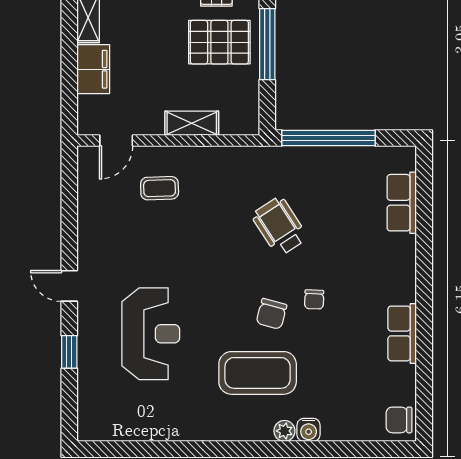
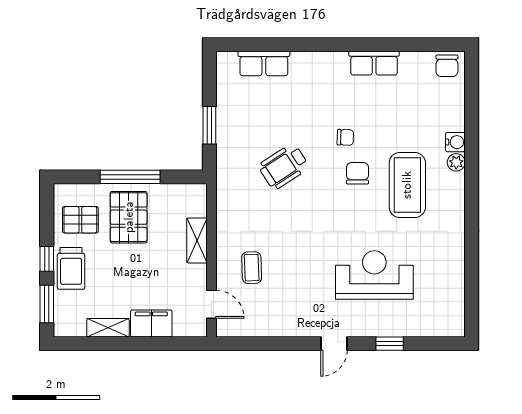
window: (329, 138) -> (209, 125), width x0.47
chair: (271, 314) -> (358, 173), turned -105

